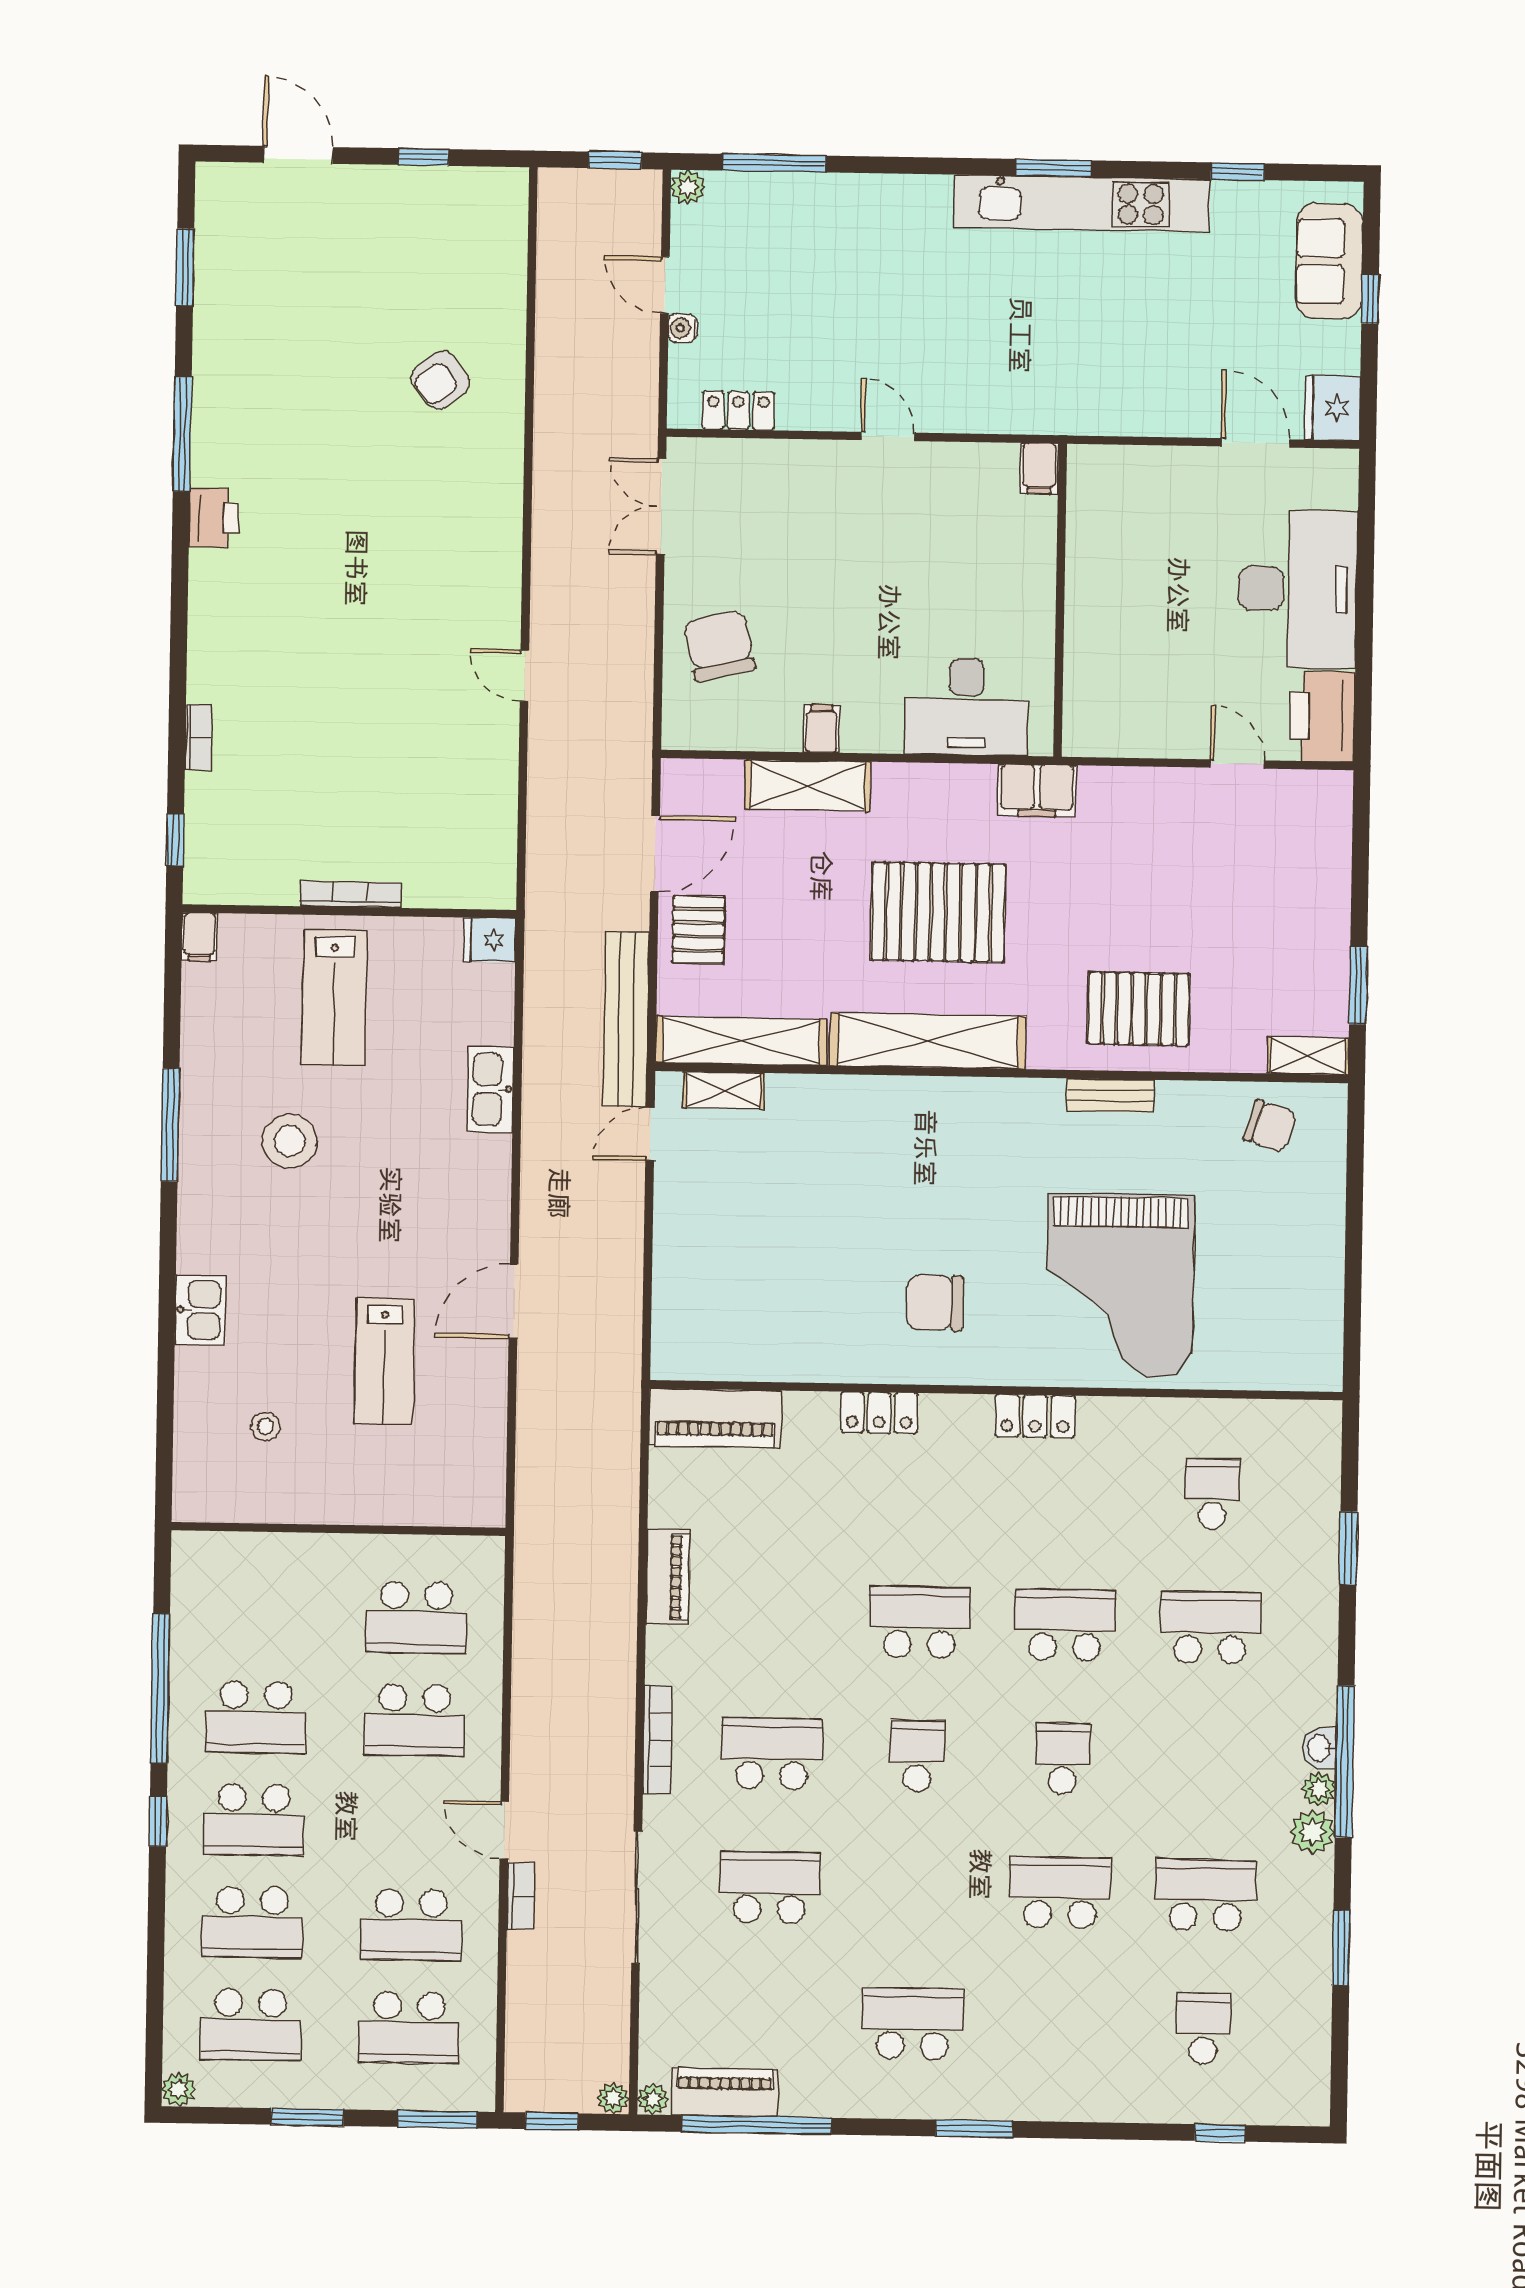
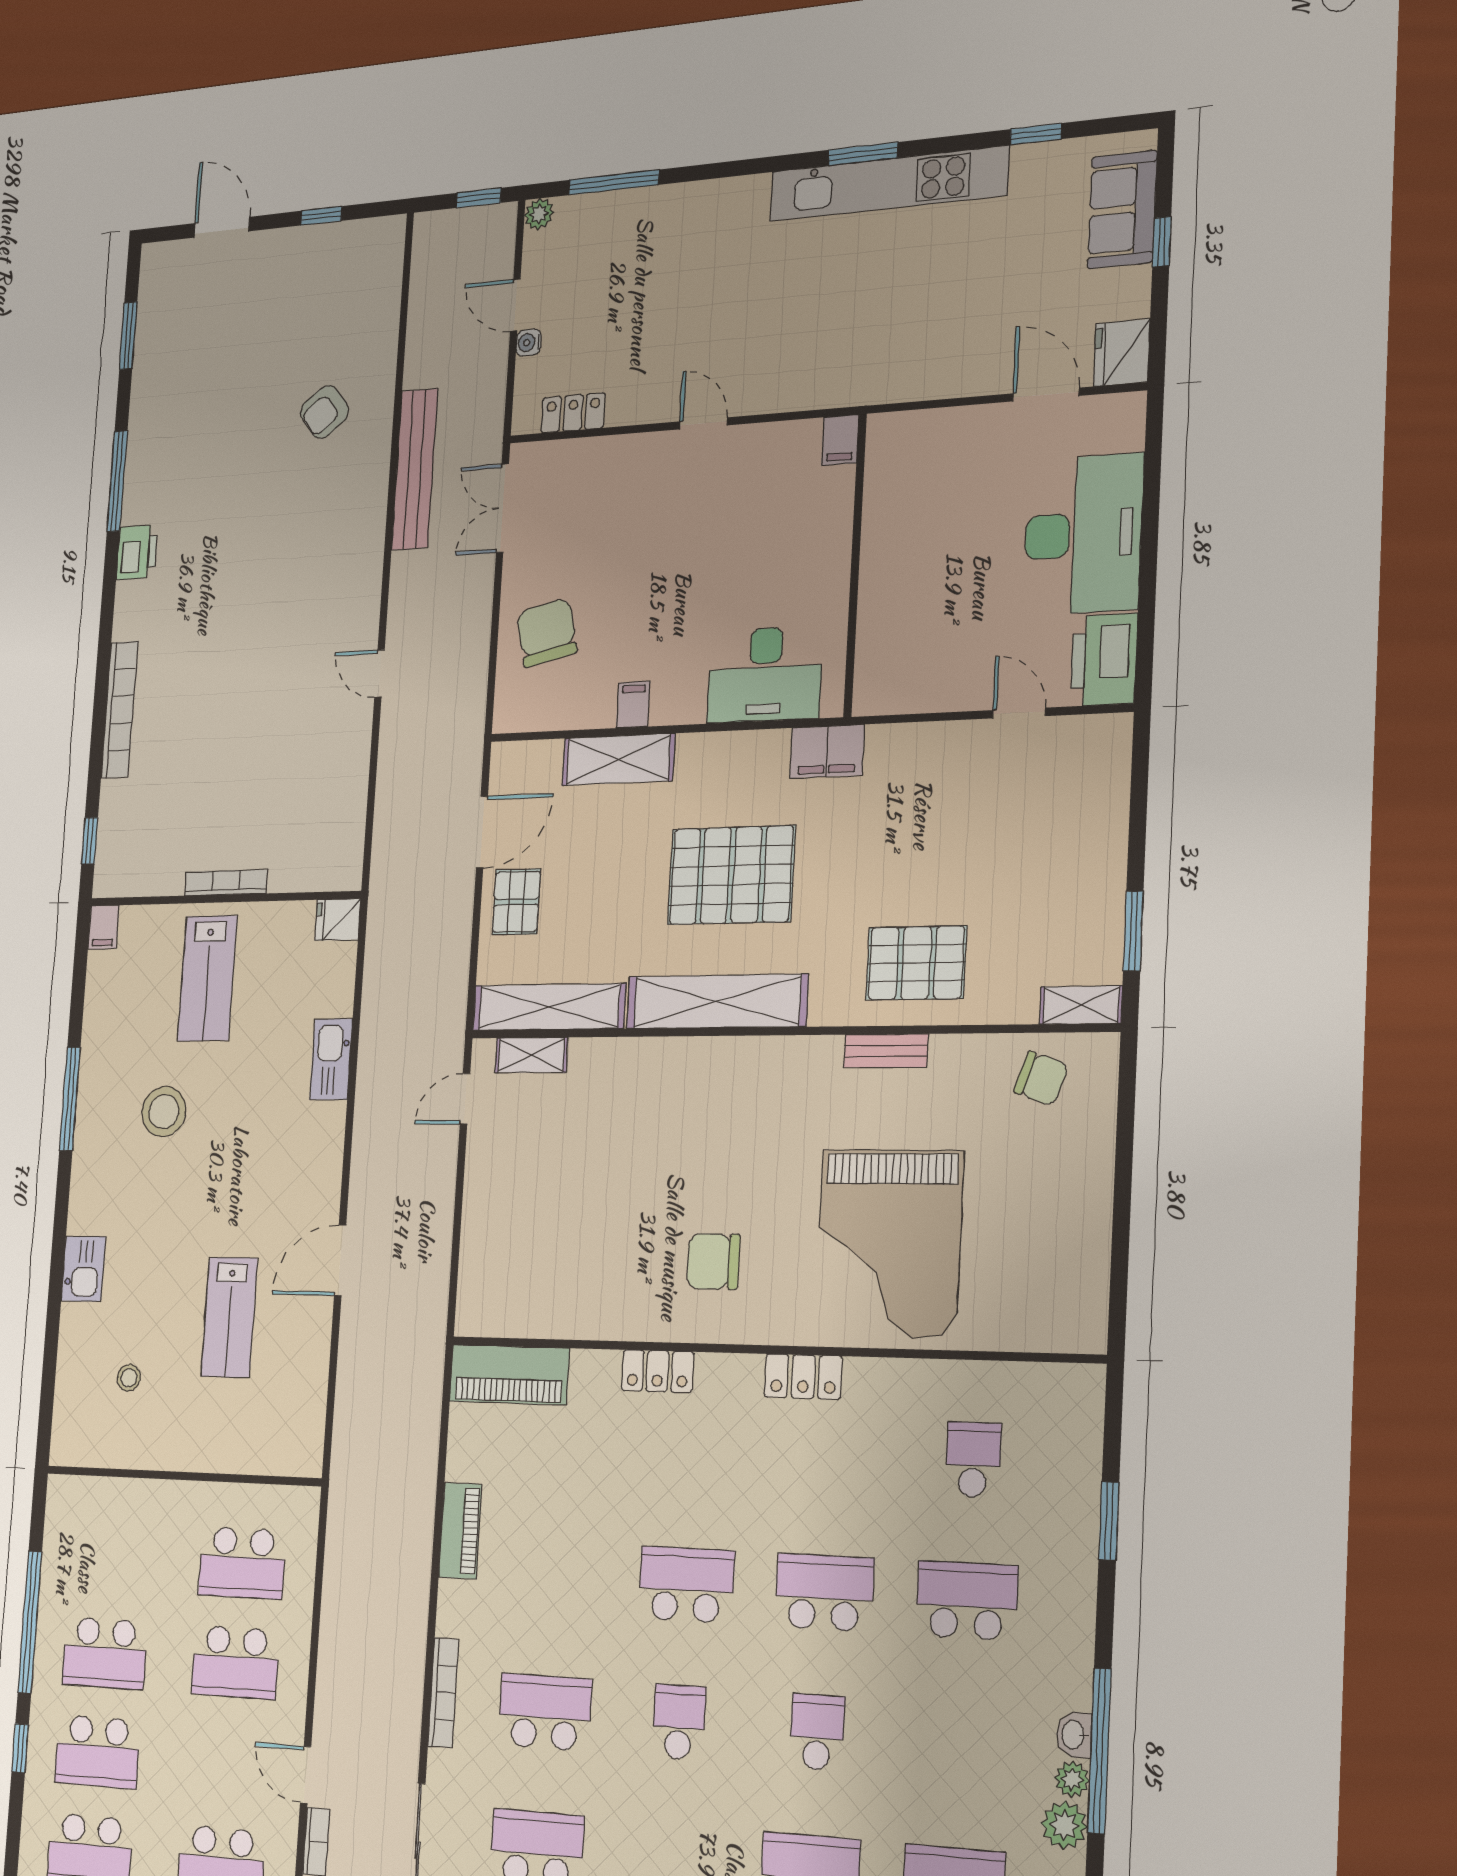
bookcase: (198, 738) -> (119, 710), width x2.31, depth x1.31
bench: (626, 1019) -> (415, 469), moved

